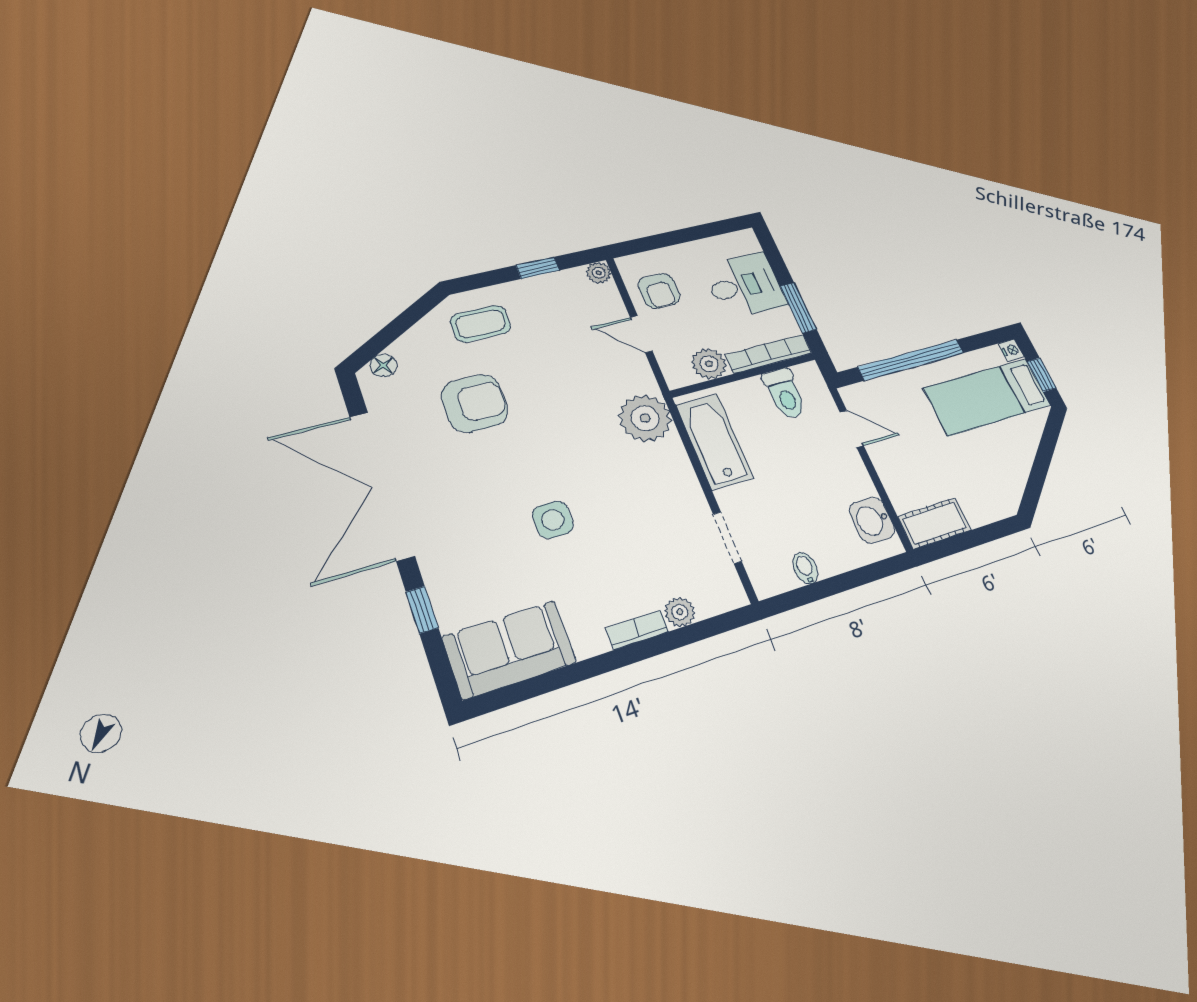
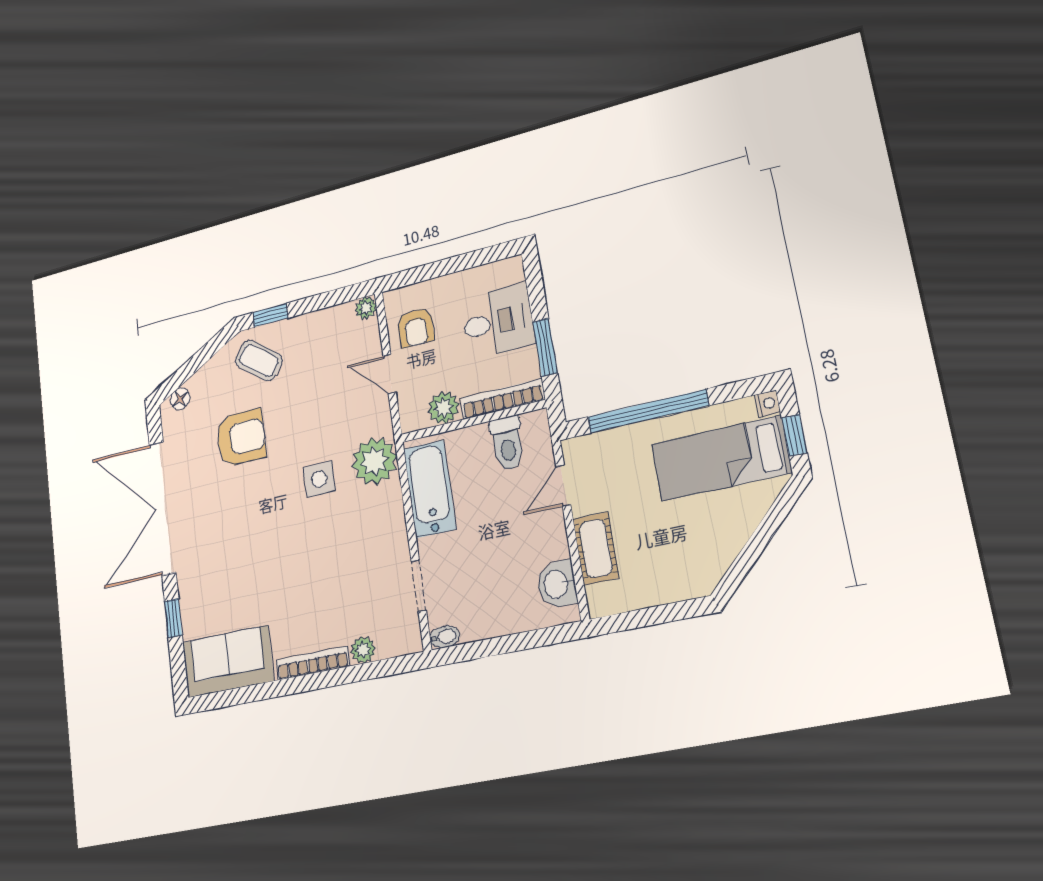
window: (538, 268) -> (270, 315), moved
coffee table: (481, 324) -> (259, 360), turned 37
door: (852, 429) -> (563, 486), swing flipped
side table: (553, 520) -> (319, 479), moved
cot: (934, 523) -> (596, 548), moved, turned 90
bidet: (805, 568) -> (445, 637), moved, turned 90
bookcase: (637, 630) -> (313, 663), width x1.56

